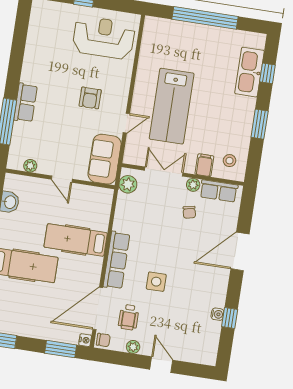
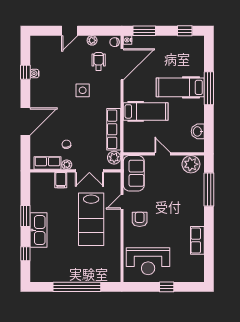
kitchen sink: (249, 72) -> (39, 230), moved
armchair: (90, 98) -> (140, 219), moved
row of seats: (26, 103) -> (197, 240), moved
lab bench: (172, 106) -> (91, 219), turned 180
stool: (229, 161) -> (43, 186), removed
plant: (30, 166) -> (191, 164), width x1.87, depth x1.87
row of seats: (117, 260) -> (114, 129), moved
door: (161, 365) -> (70, 31), hinge flipped

